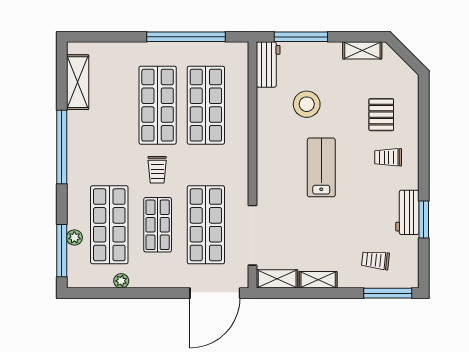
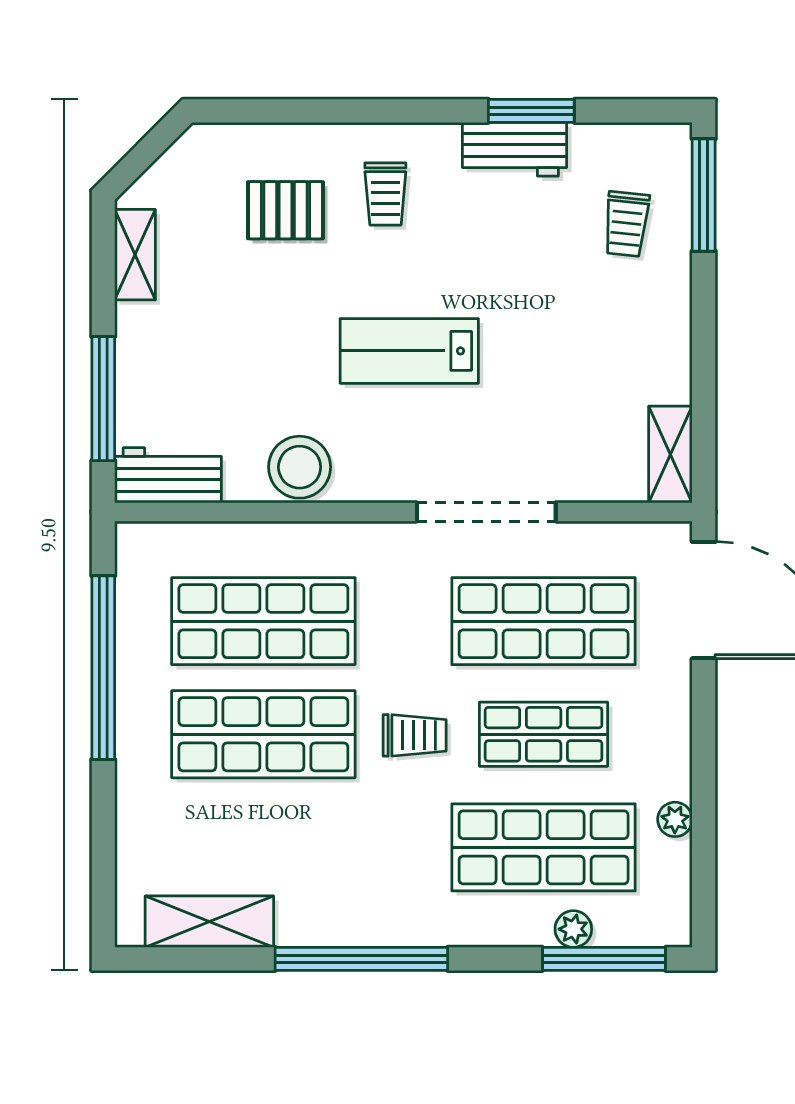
stool: (307, 104) -> (300, 467), moved
doorway: (252, 235) -> (486, 512), moved
shelving: (318, 280) -> (672, 358), removed

